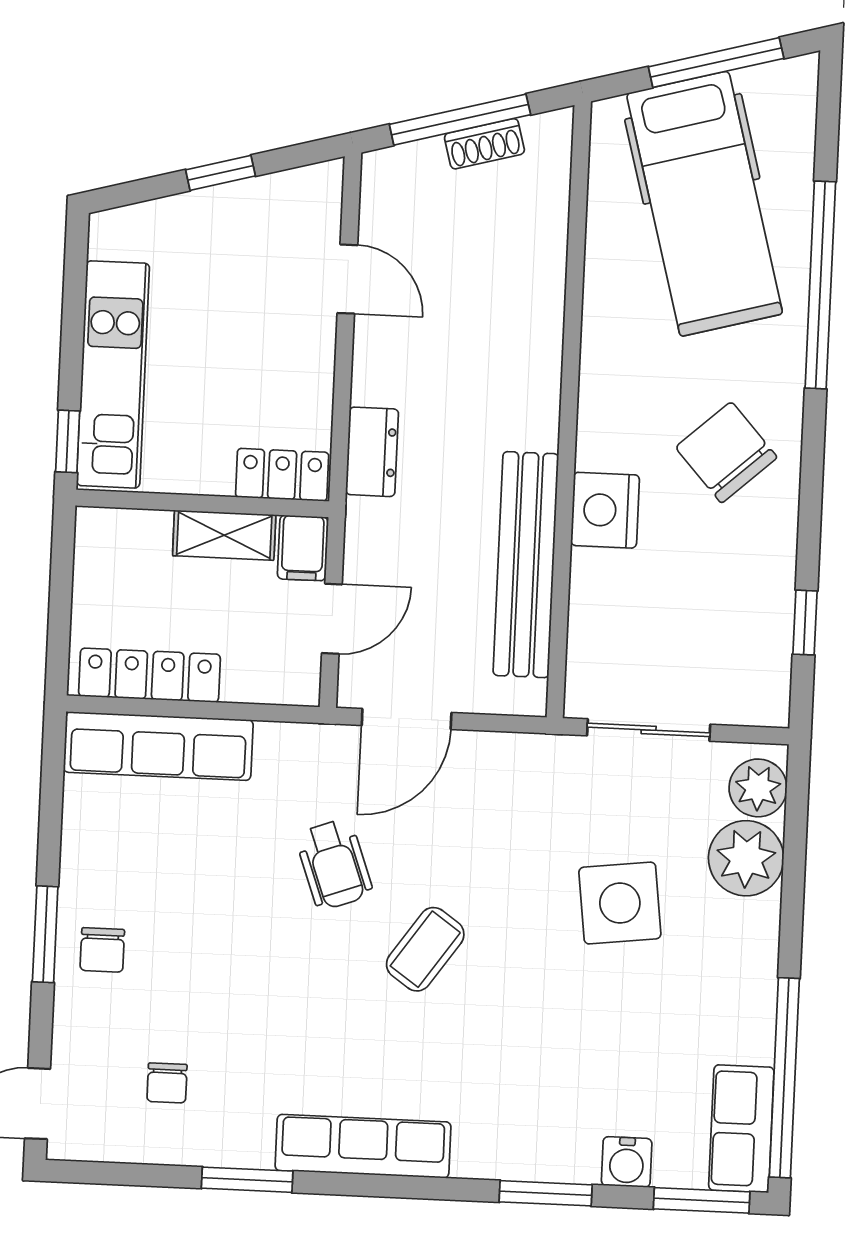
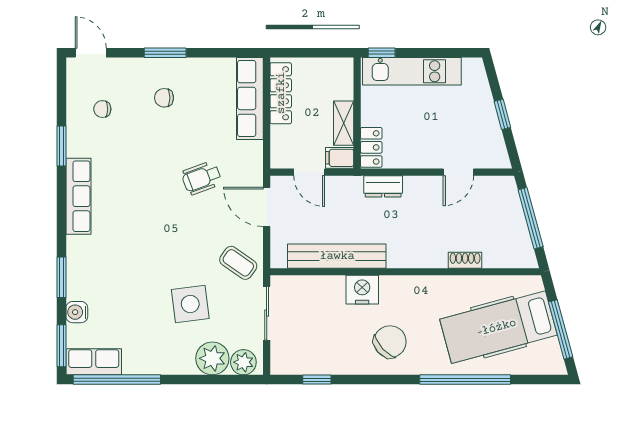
shoe rack: (484, 144) -> (465, 260), moved, turned 105
coffee table: (425, 949) -> (238, 263), moved
chair: (102, 950) -> (164, 98), moved

